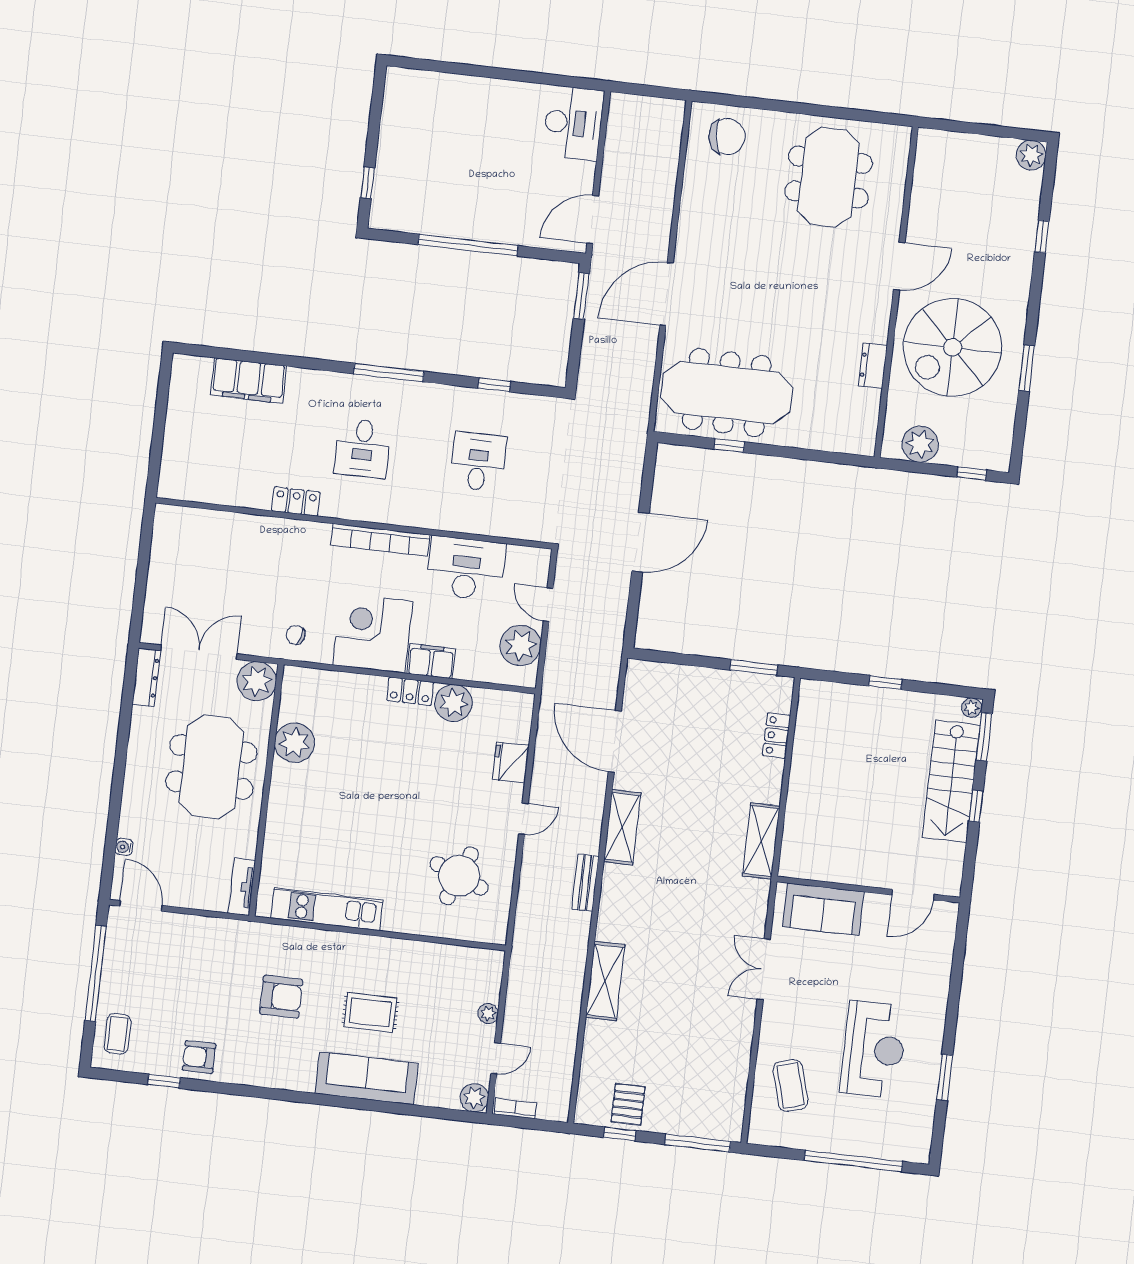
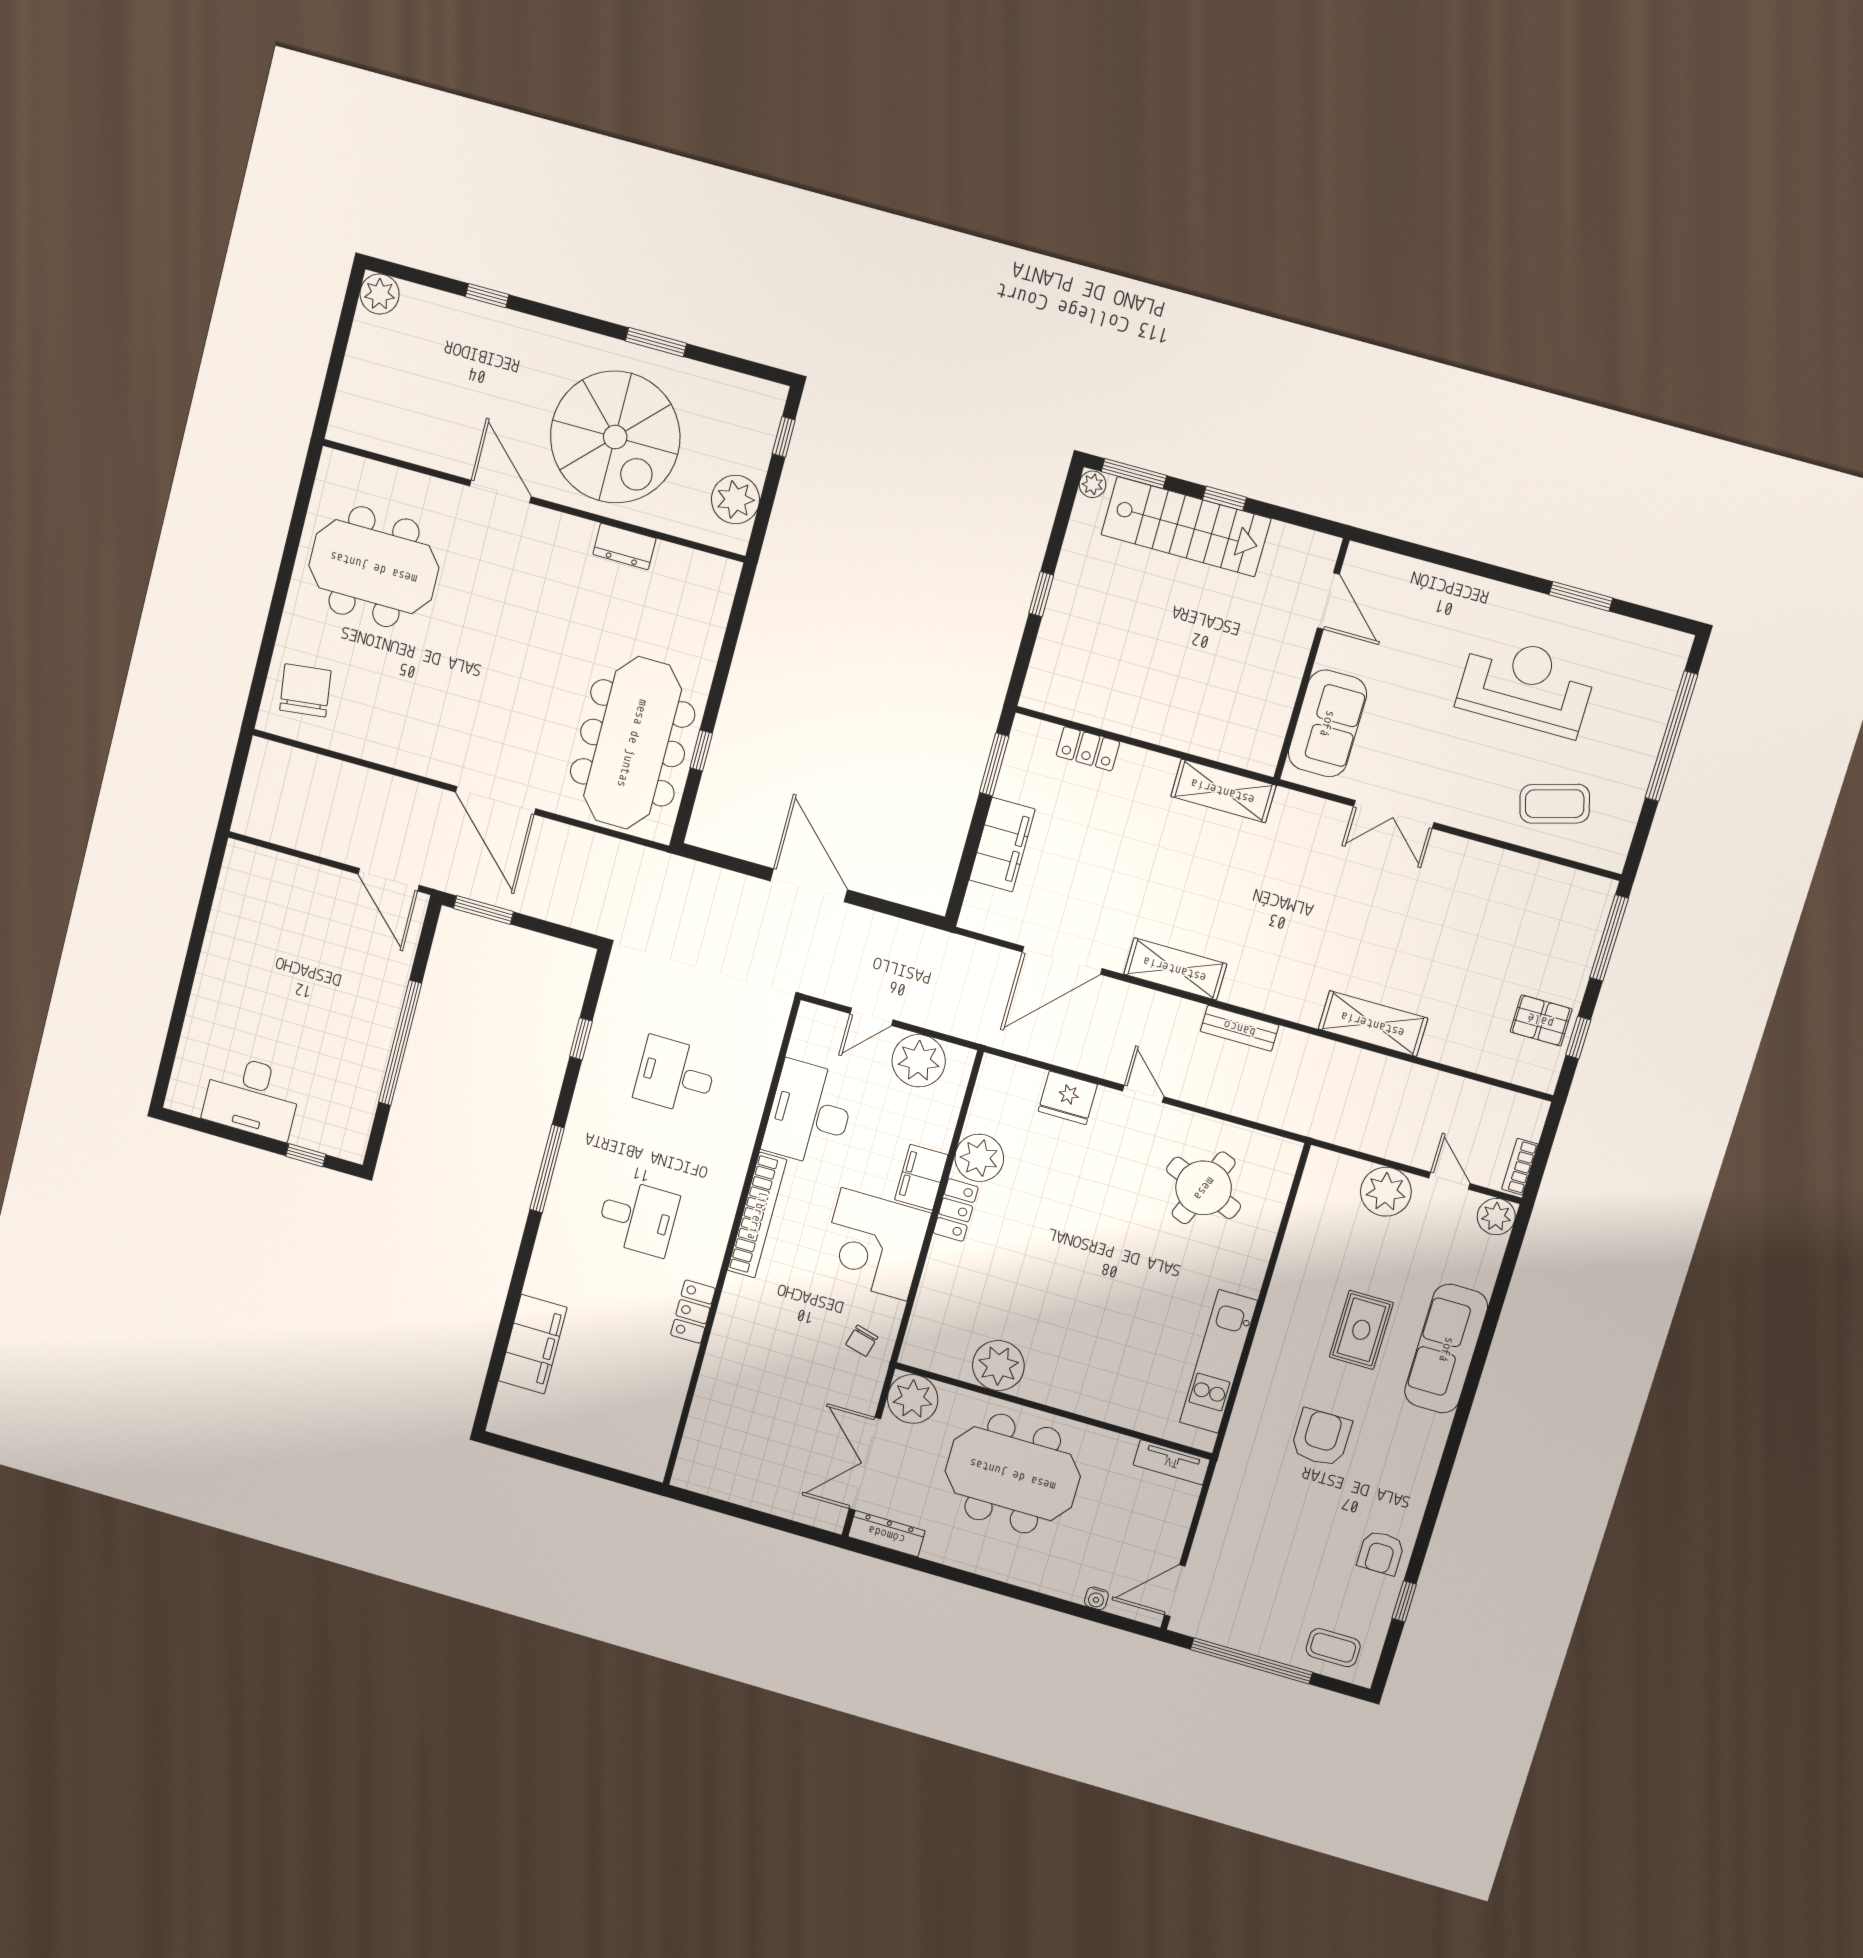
desk: (573, 123) -> (252, 1097), moved, turned 180
filing cabinet: (695, 683) -> (1002, 845), added
plant: (488, 1014) -> (1386, 1192), width x1.87, depth x1.87

